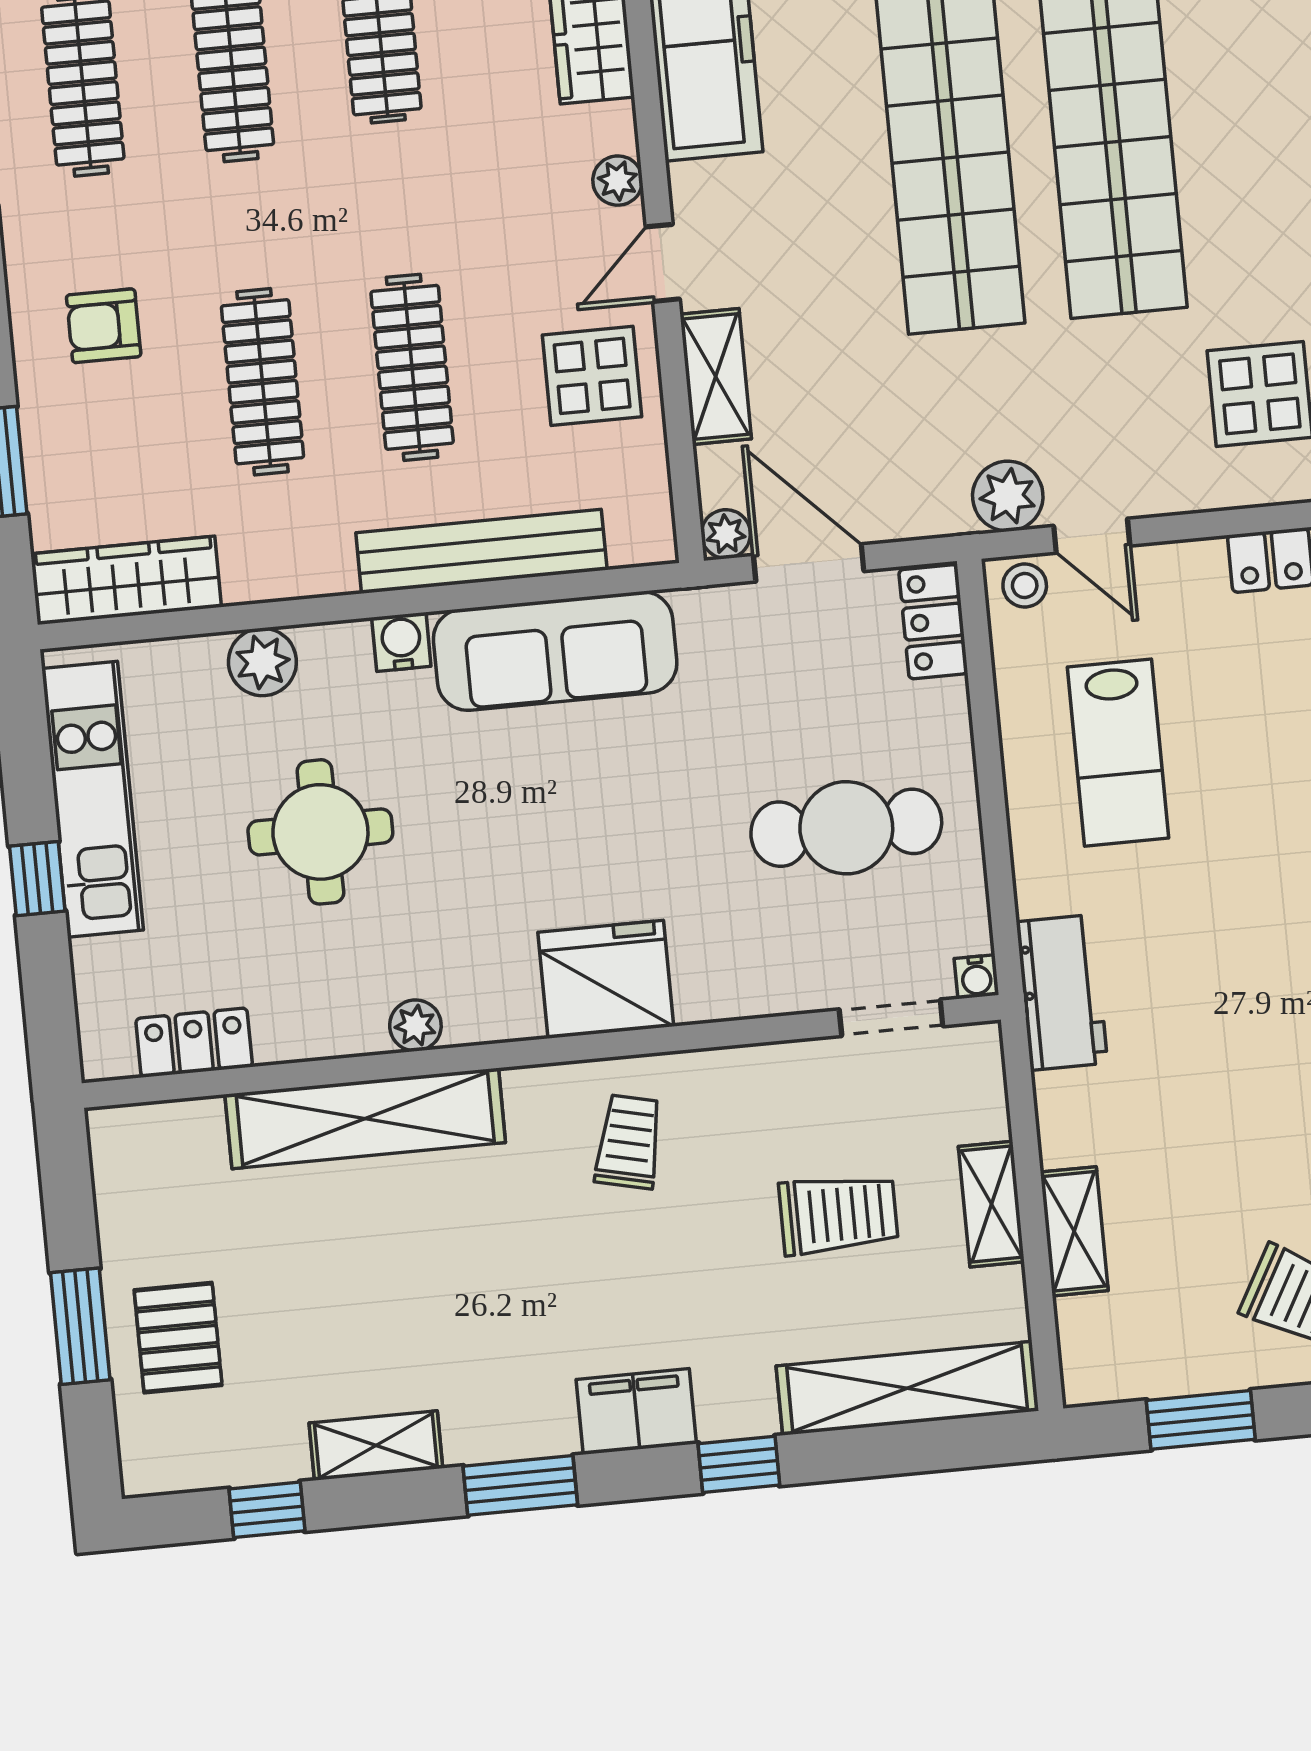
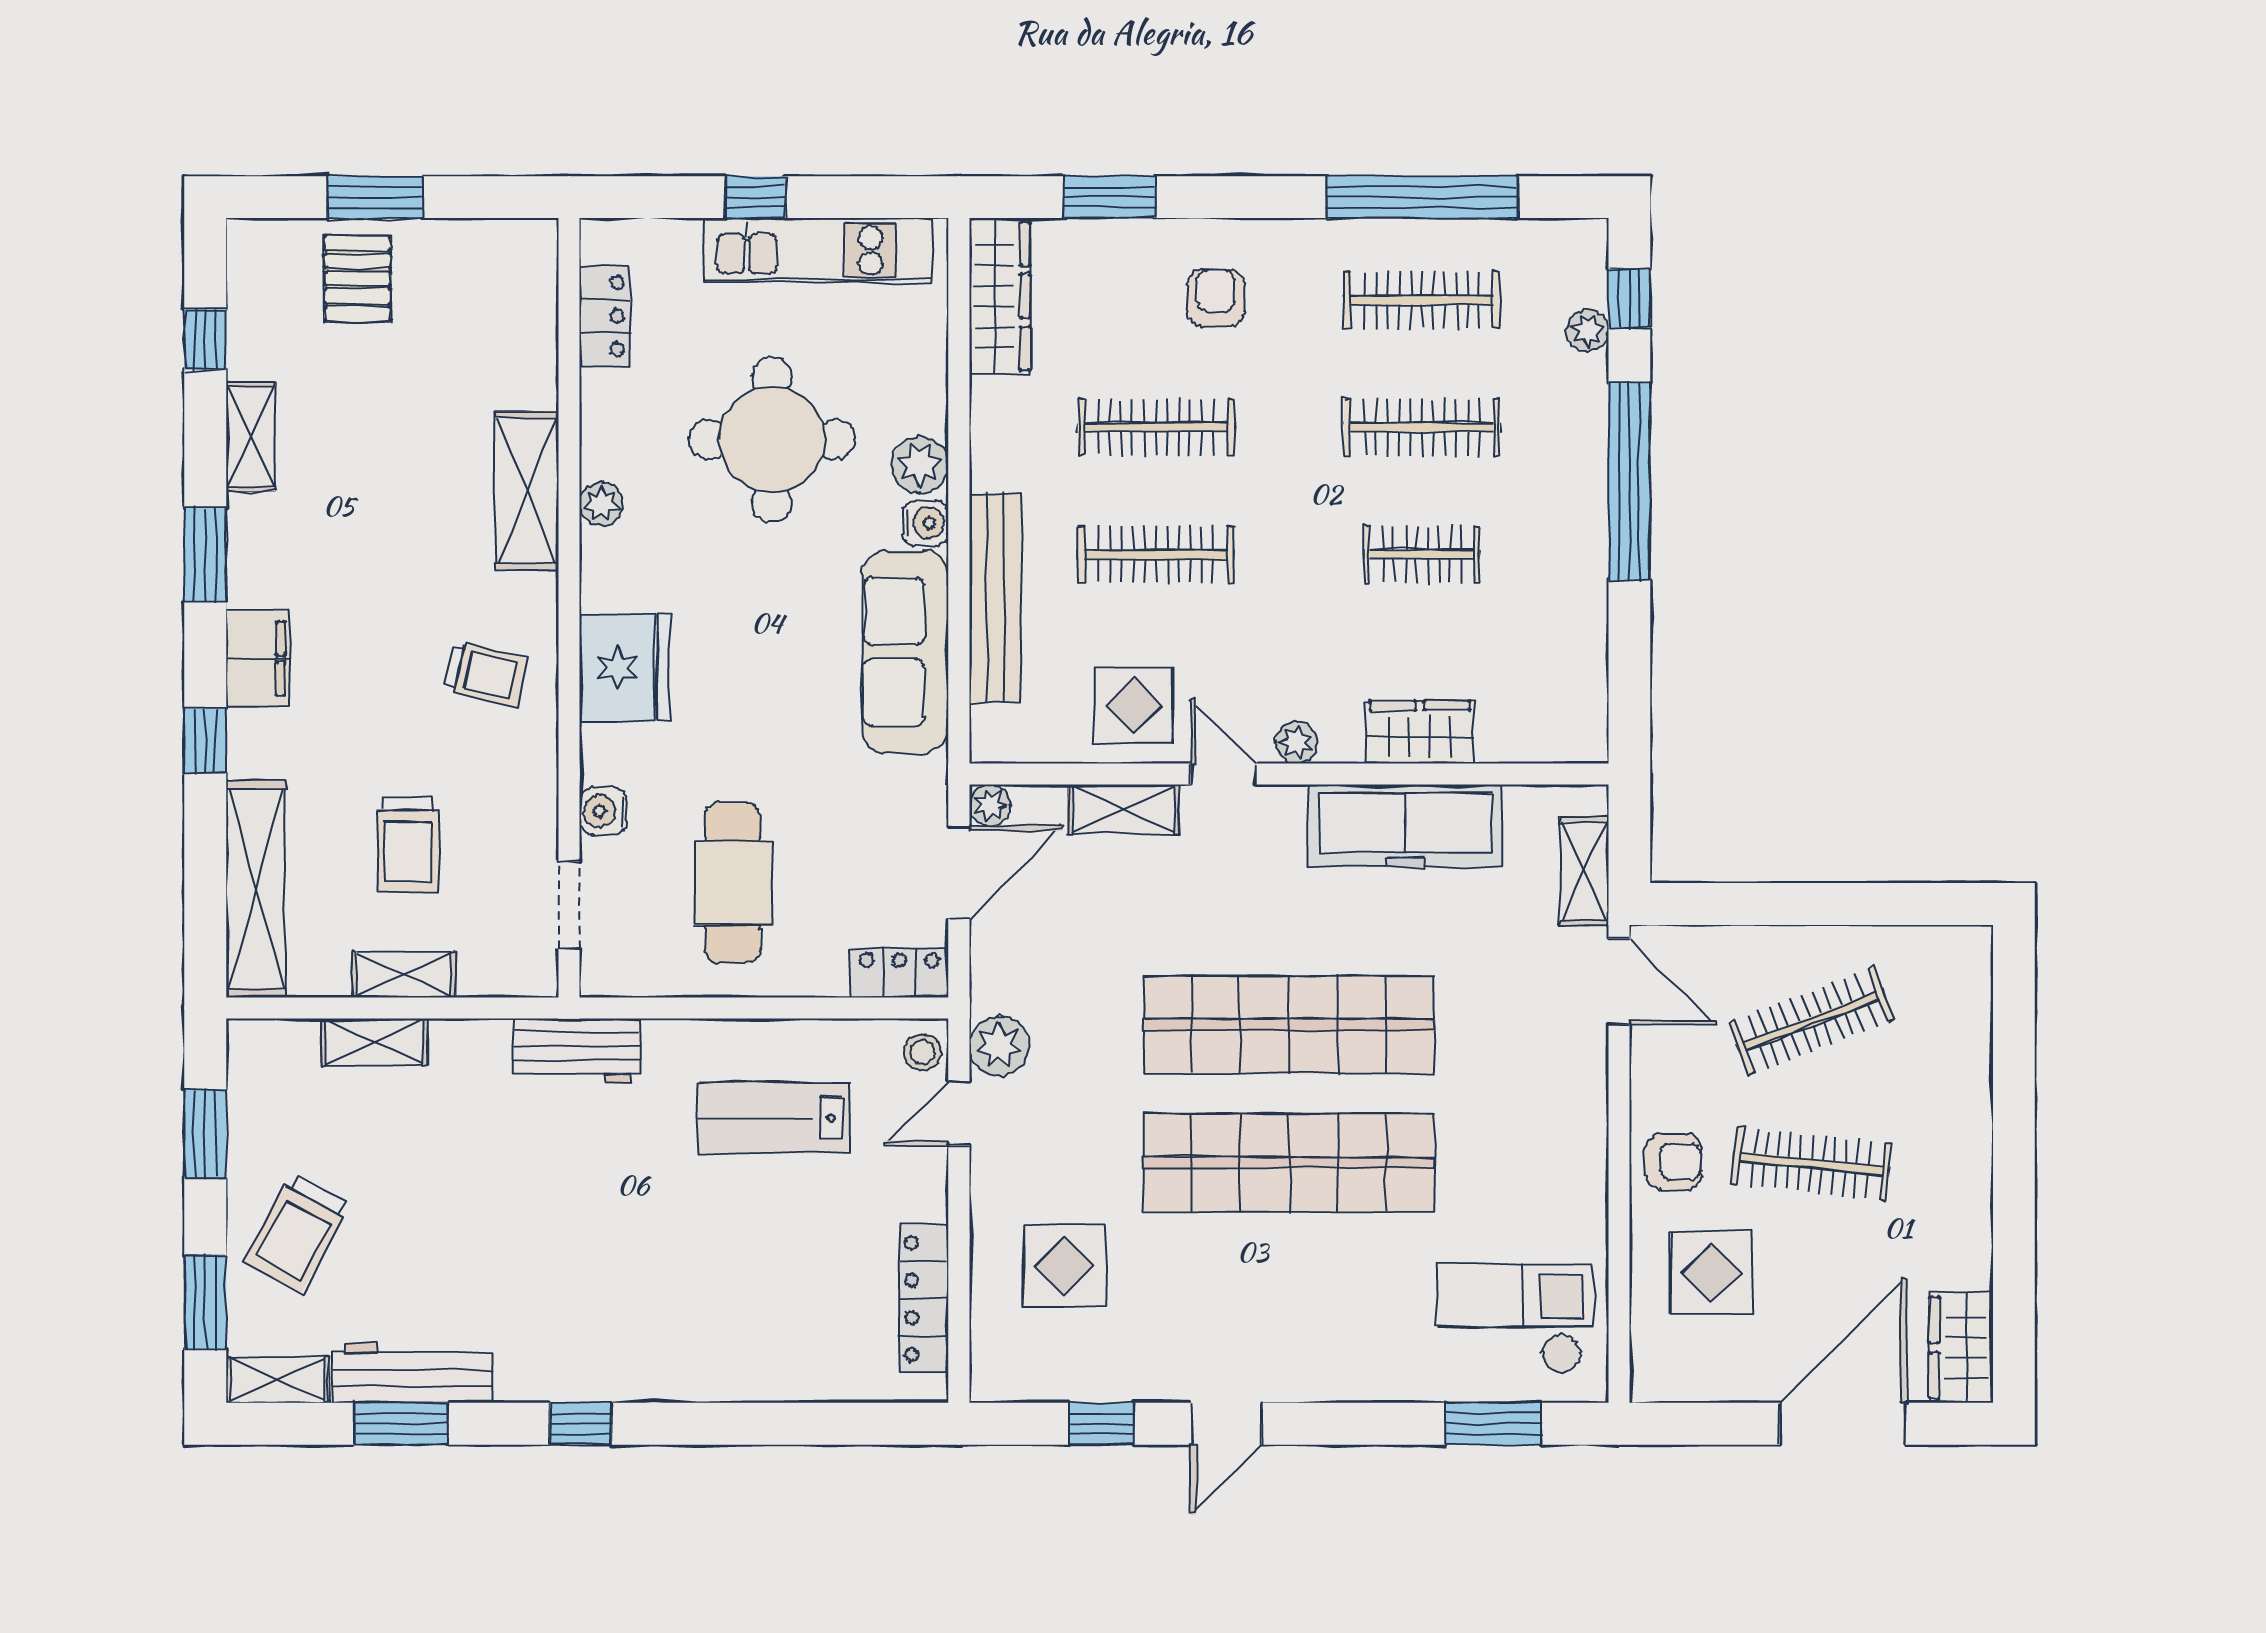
plant: (262, 662) -> (920, 465), moved
round table: (320, 832) -> (772, 440), width x1.36, depth x1.36
water cooler: (976, 977) -> (603, 811), moved, width x1.38, depth x1.38
shelving: (365, 1118) -> (527, 491), width x0.68
pallet: (178, 1338) -> (358, 279), turned 90

